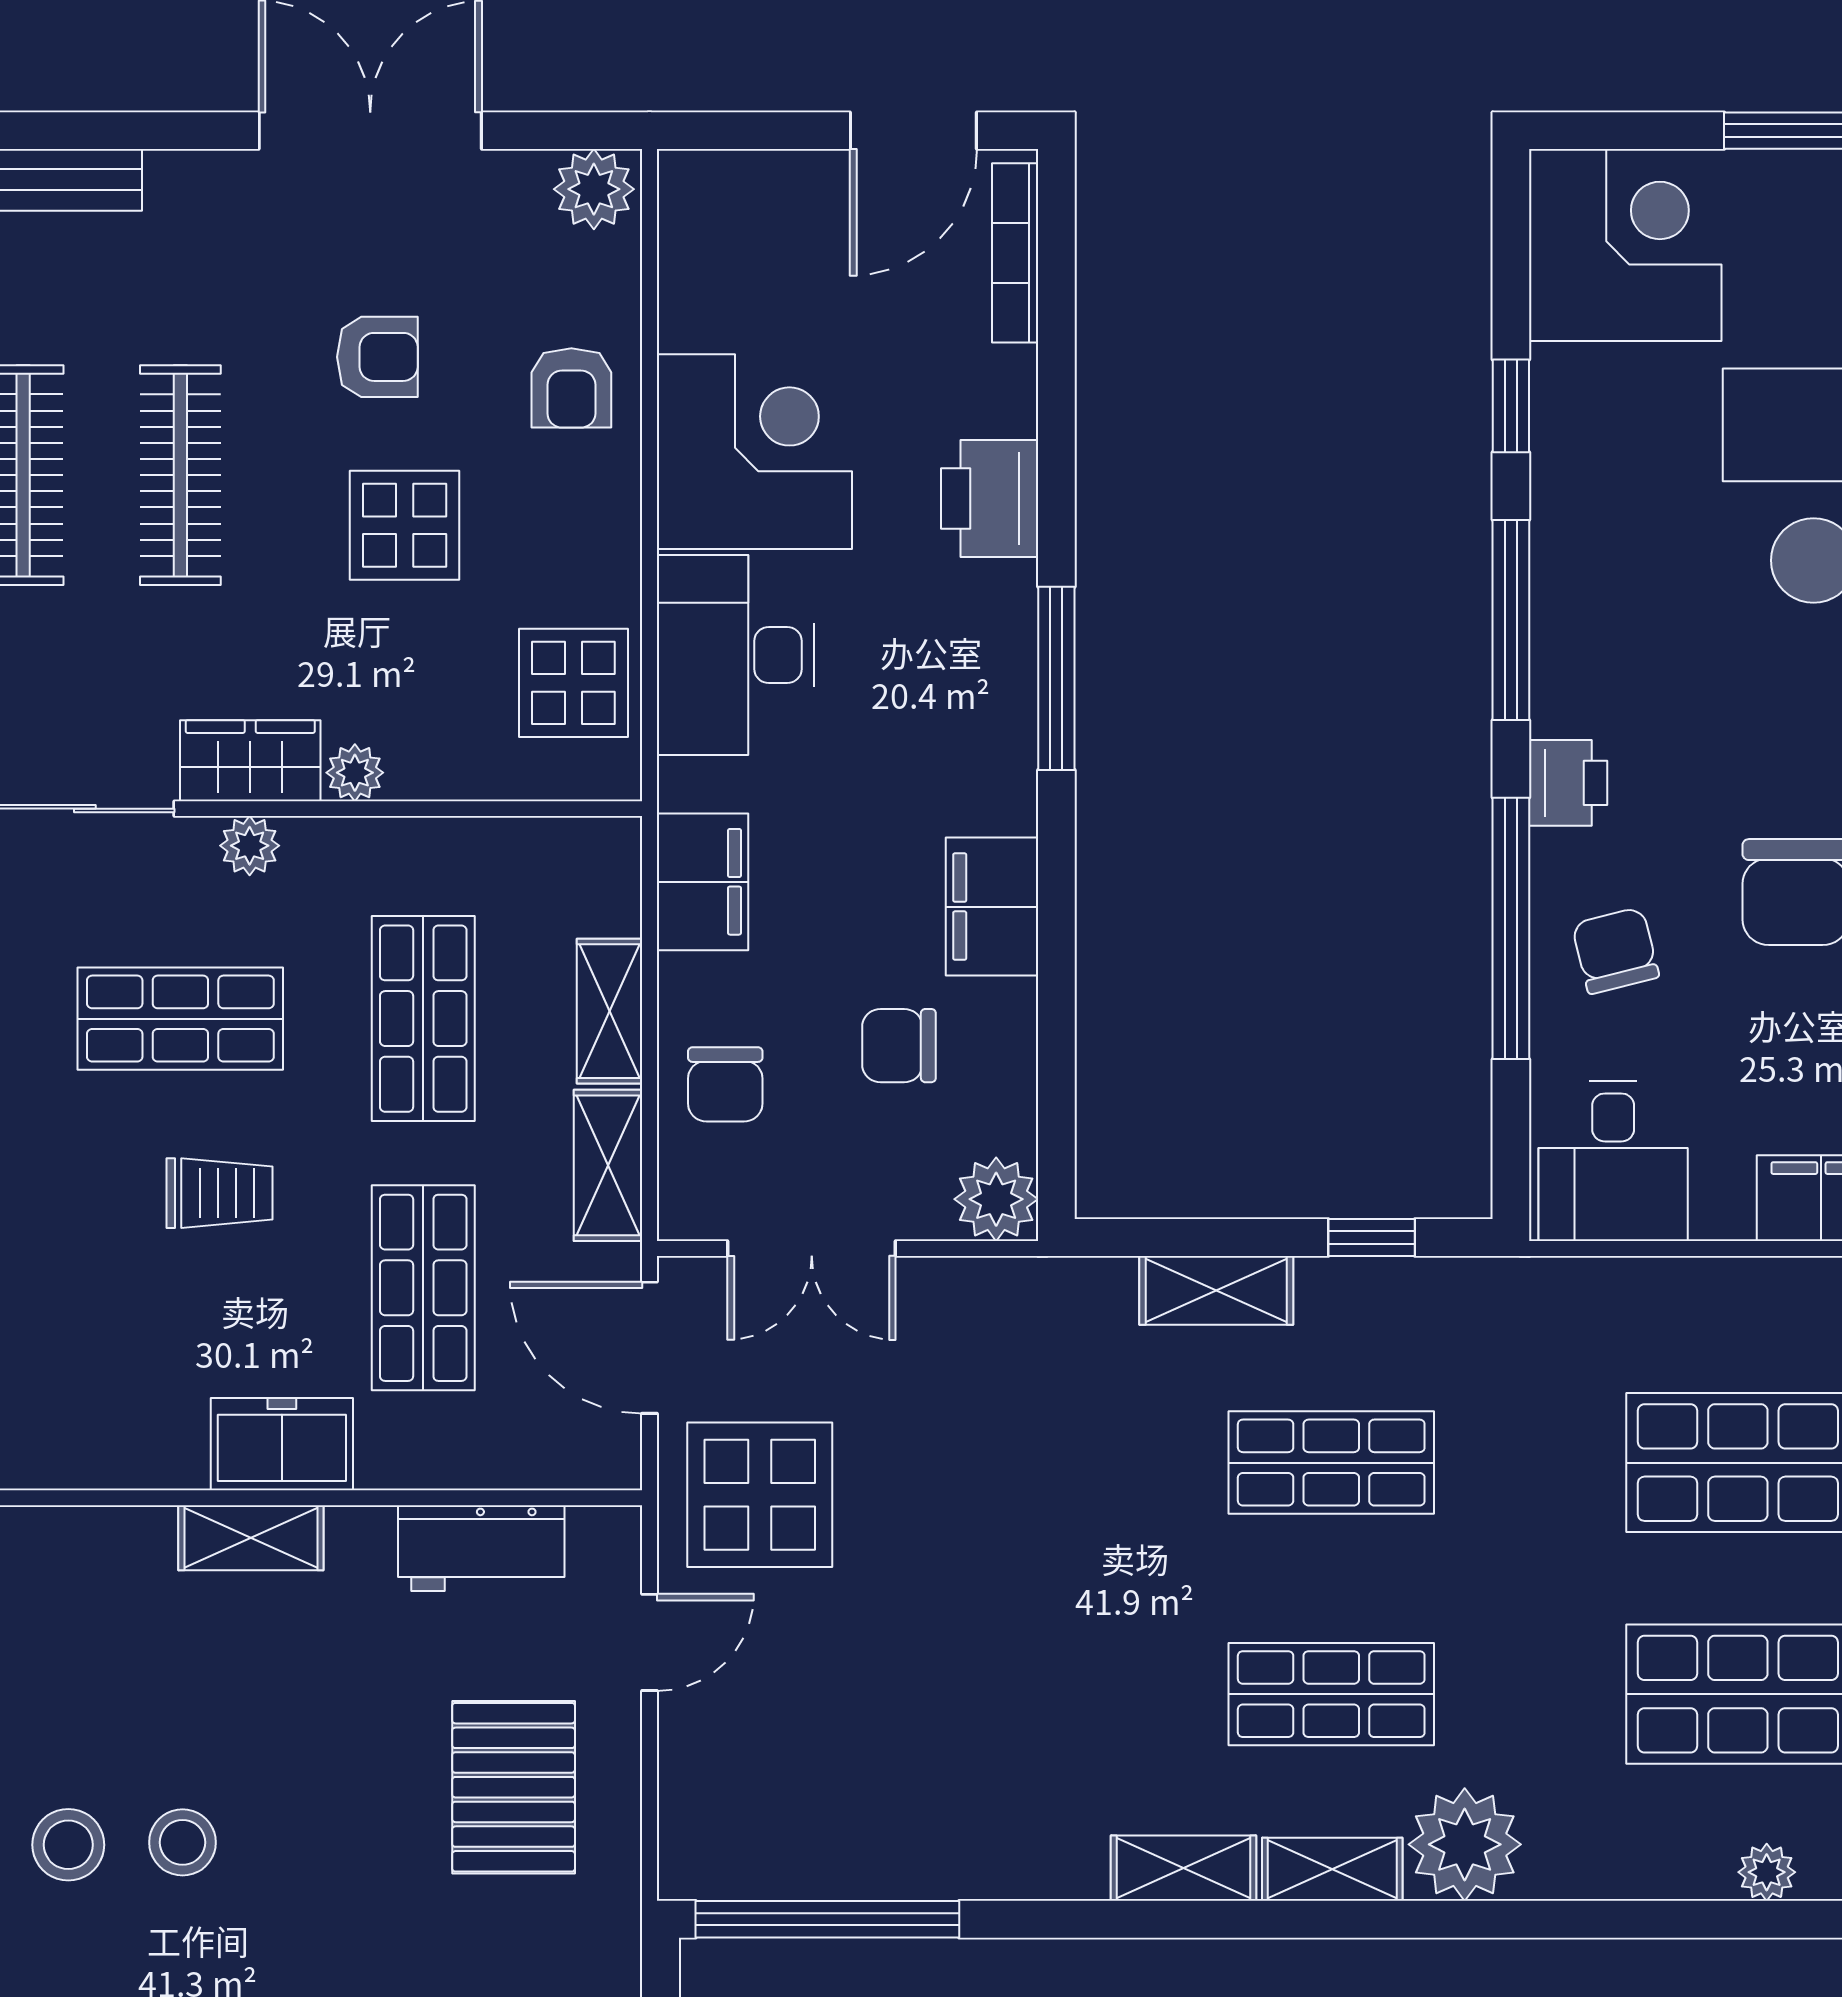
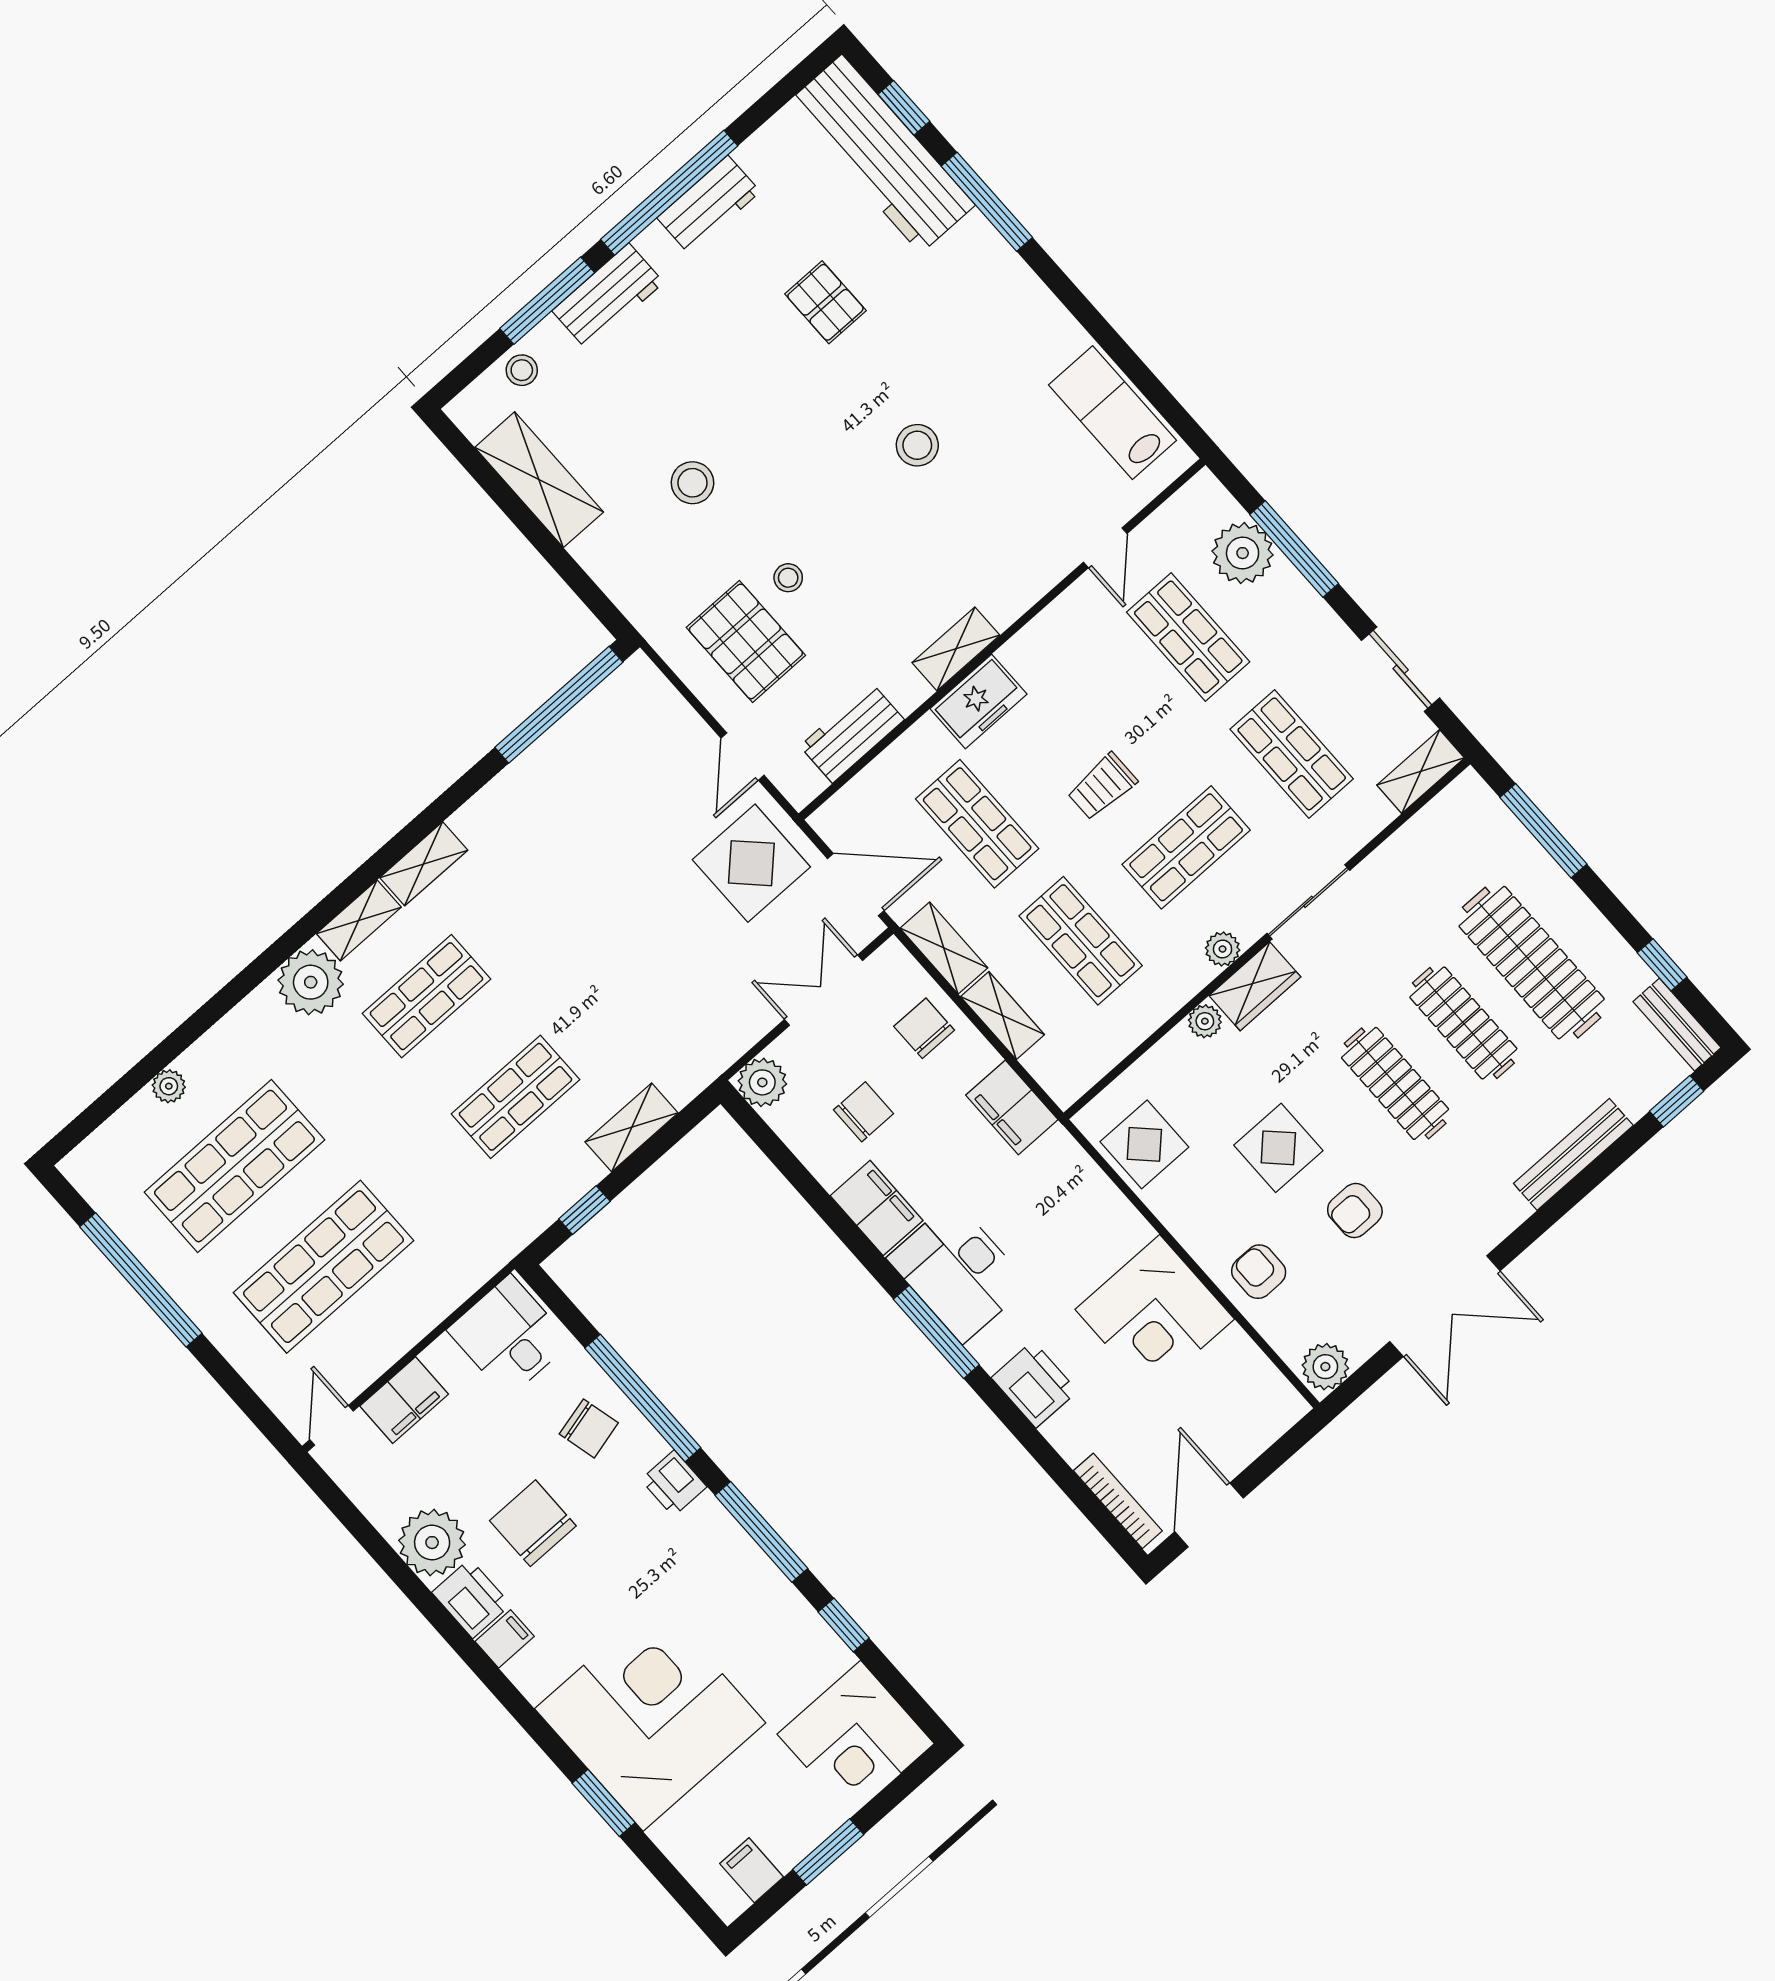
desk: (736, 655) -> (958, 1272), moved, turned 180
stool: (183, 1842) -> (788, 578), moved, width x0.73, depth x0.73

